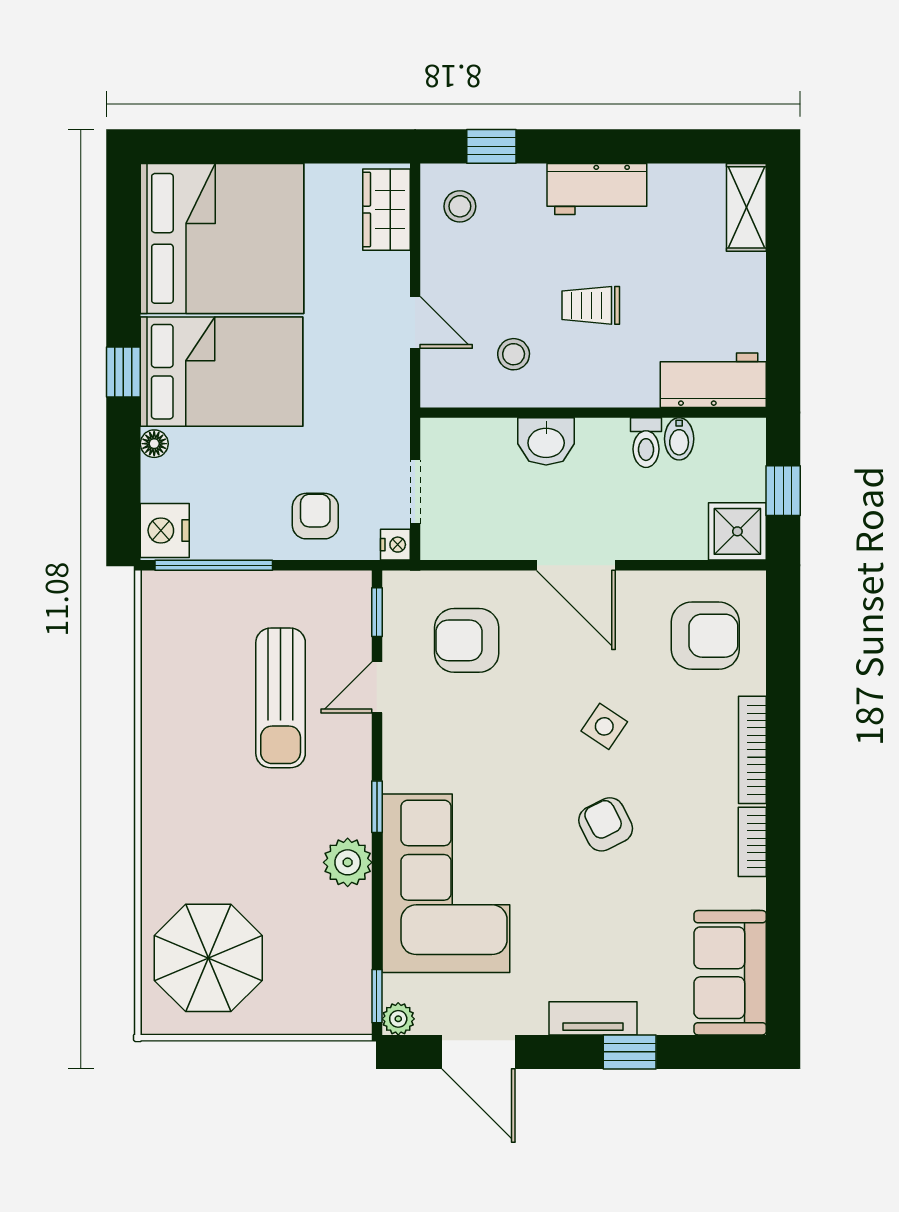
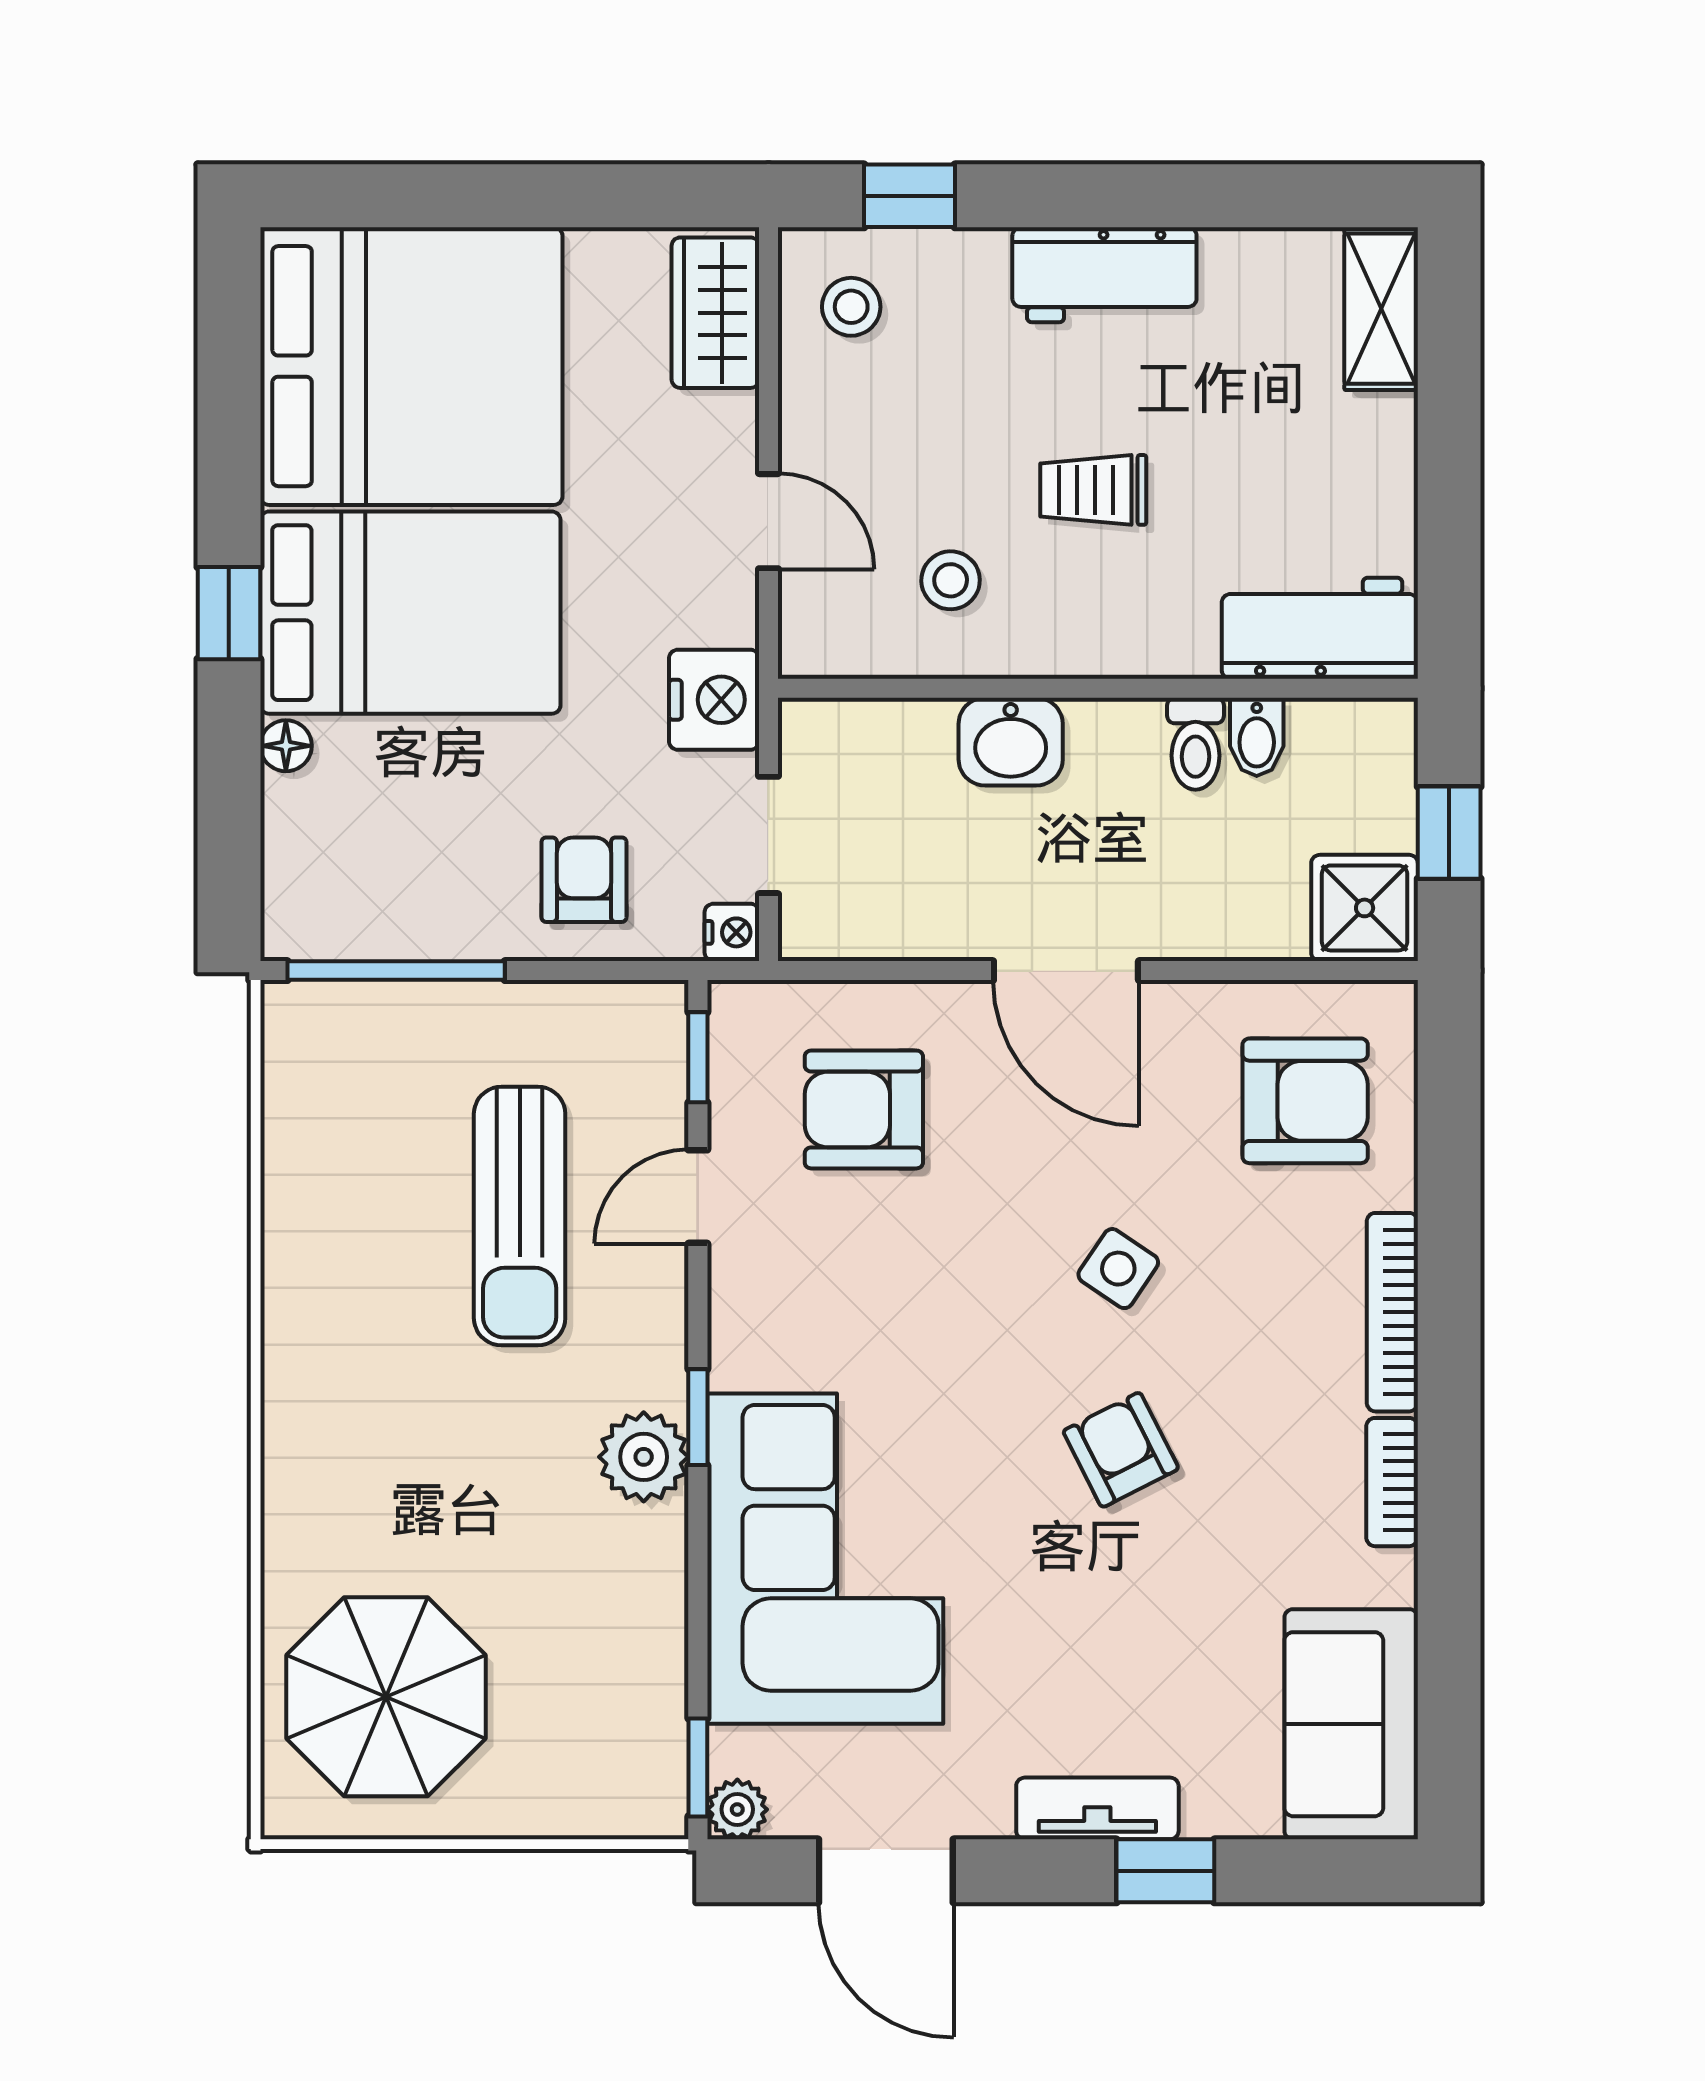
nightstand: (165, 530) -> (714, 700), moved, turned 180
plant: (348, 862) -> (644, 1457), moved

